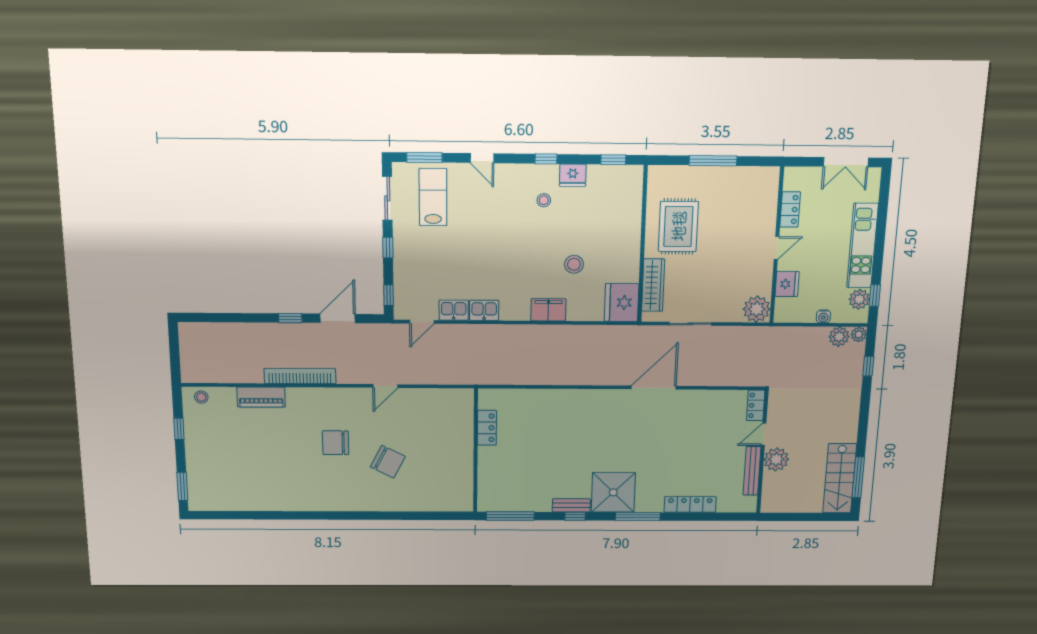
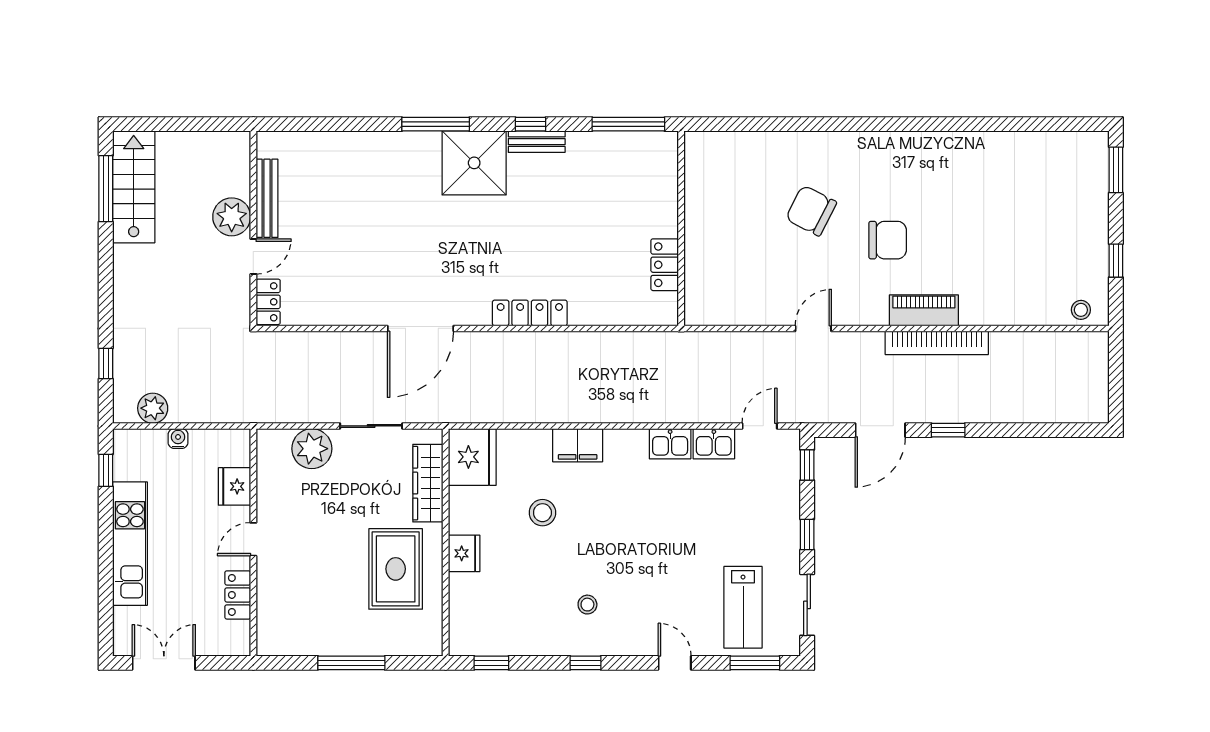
fridge: (573, 175) -> (464, 553), moved, turned 90
plant: (859, 299) -> (128, 465), removed
plant: (757, 309) -> (312, 449), moved
plant: (859, 334) -> (124, 412), removed
piano: (261, 397) -> (924, 310), moved
locker: (690, 504) -> (530, 313), moved, turned 180

